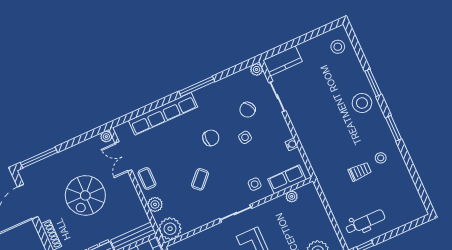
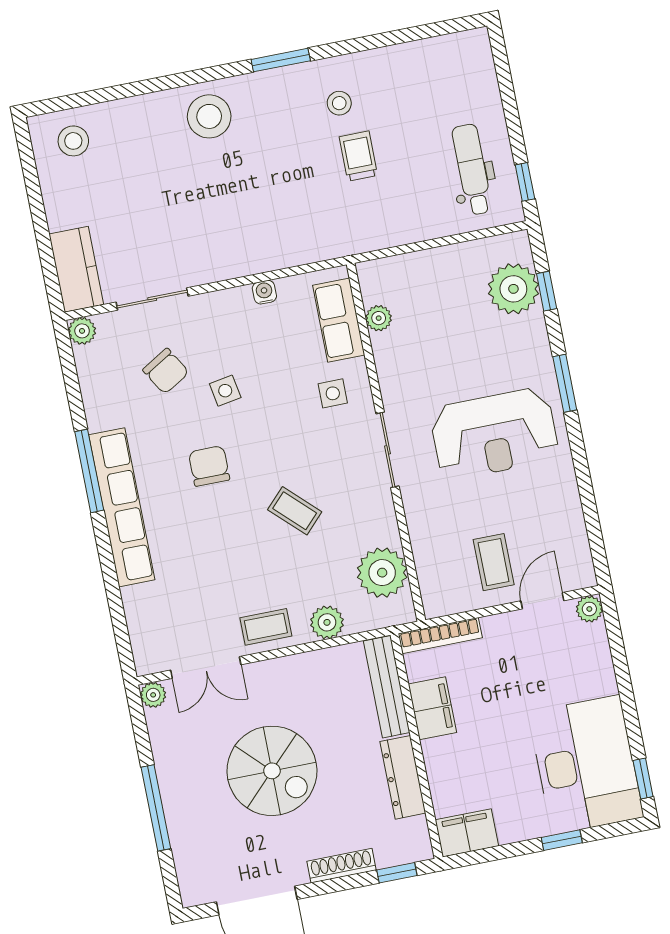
window: (373, 83) -> (170, 82), removed
row of seats: (163, 114) -> (122, 507), moved
window: (39, 157) -> (156, 808), moved
plant: (170, 229) -> (382, 573), moved

